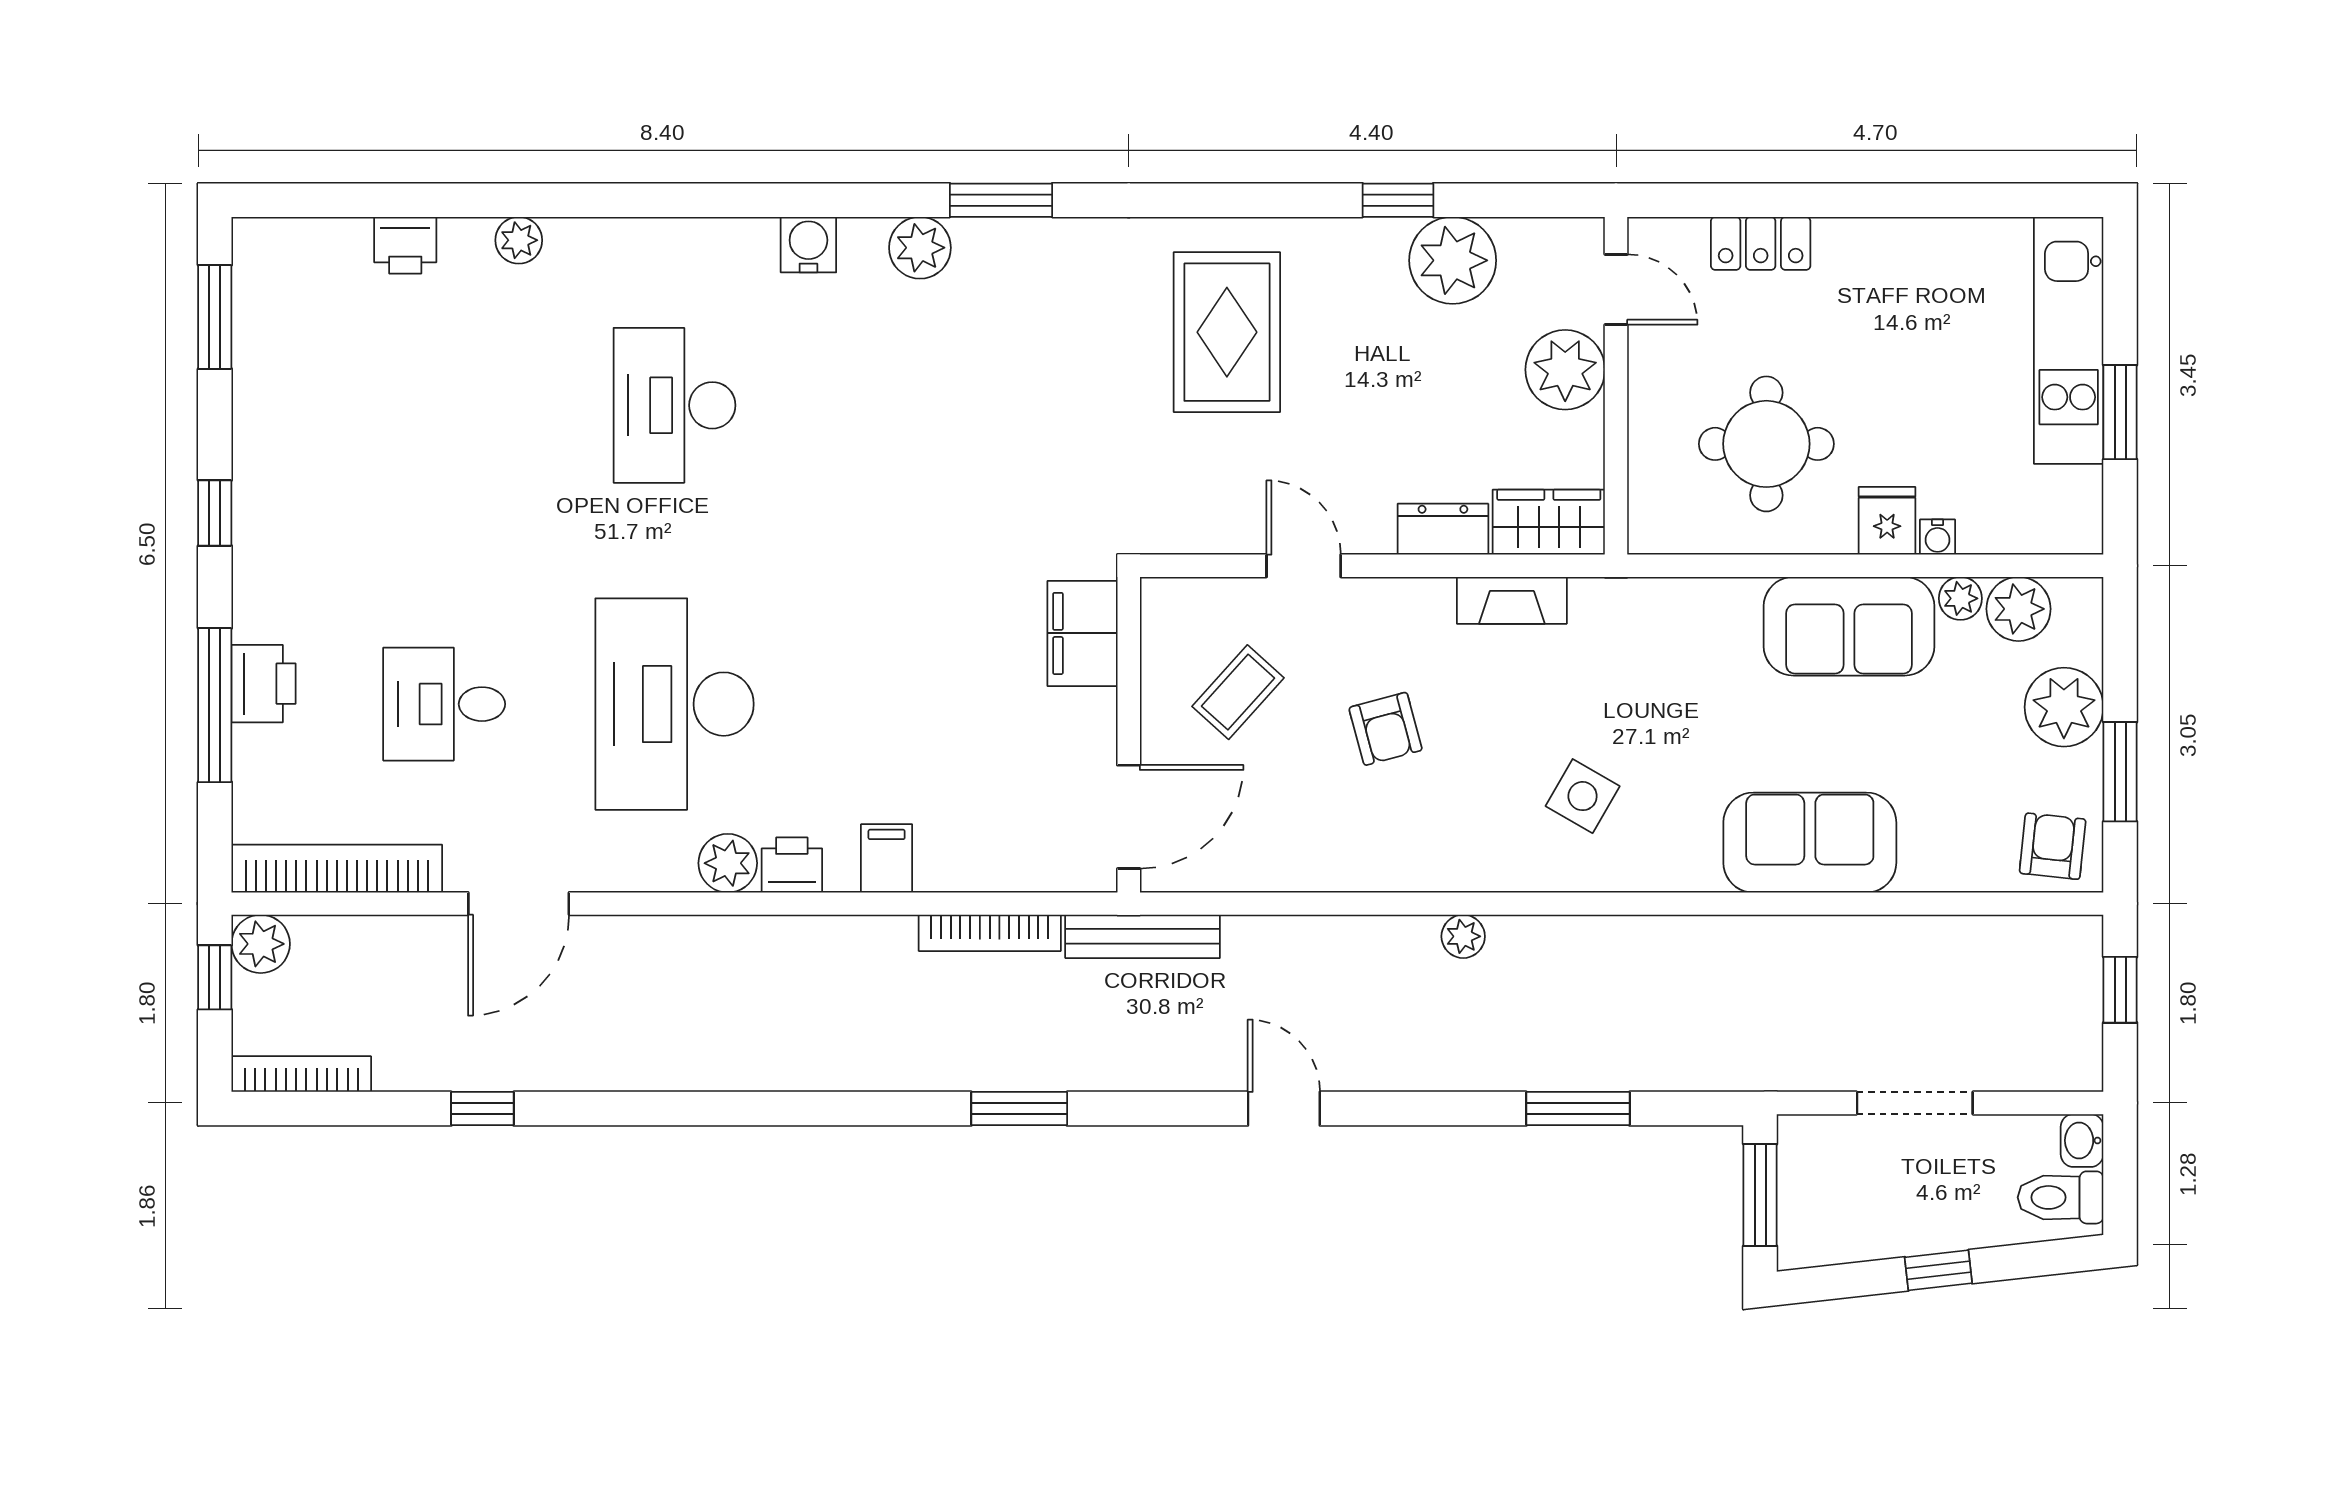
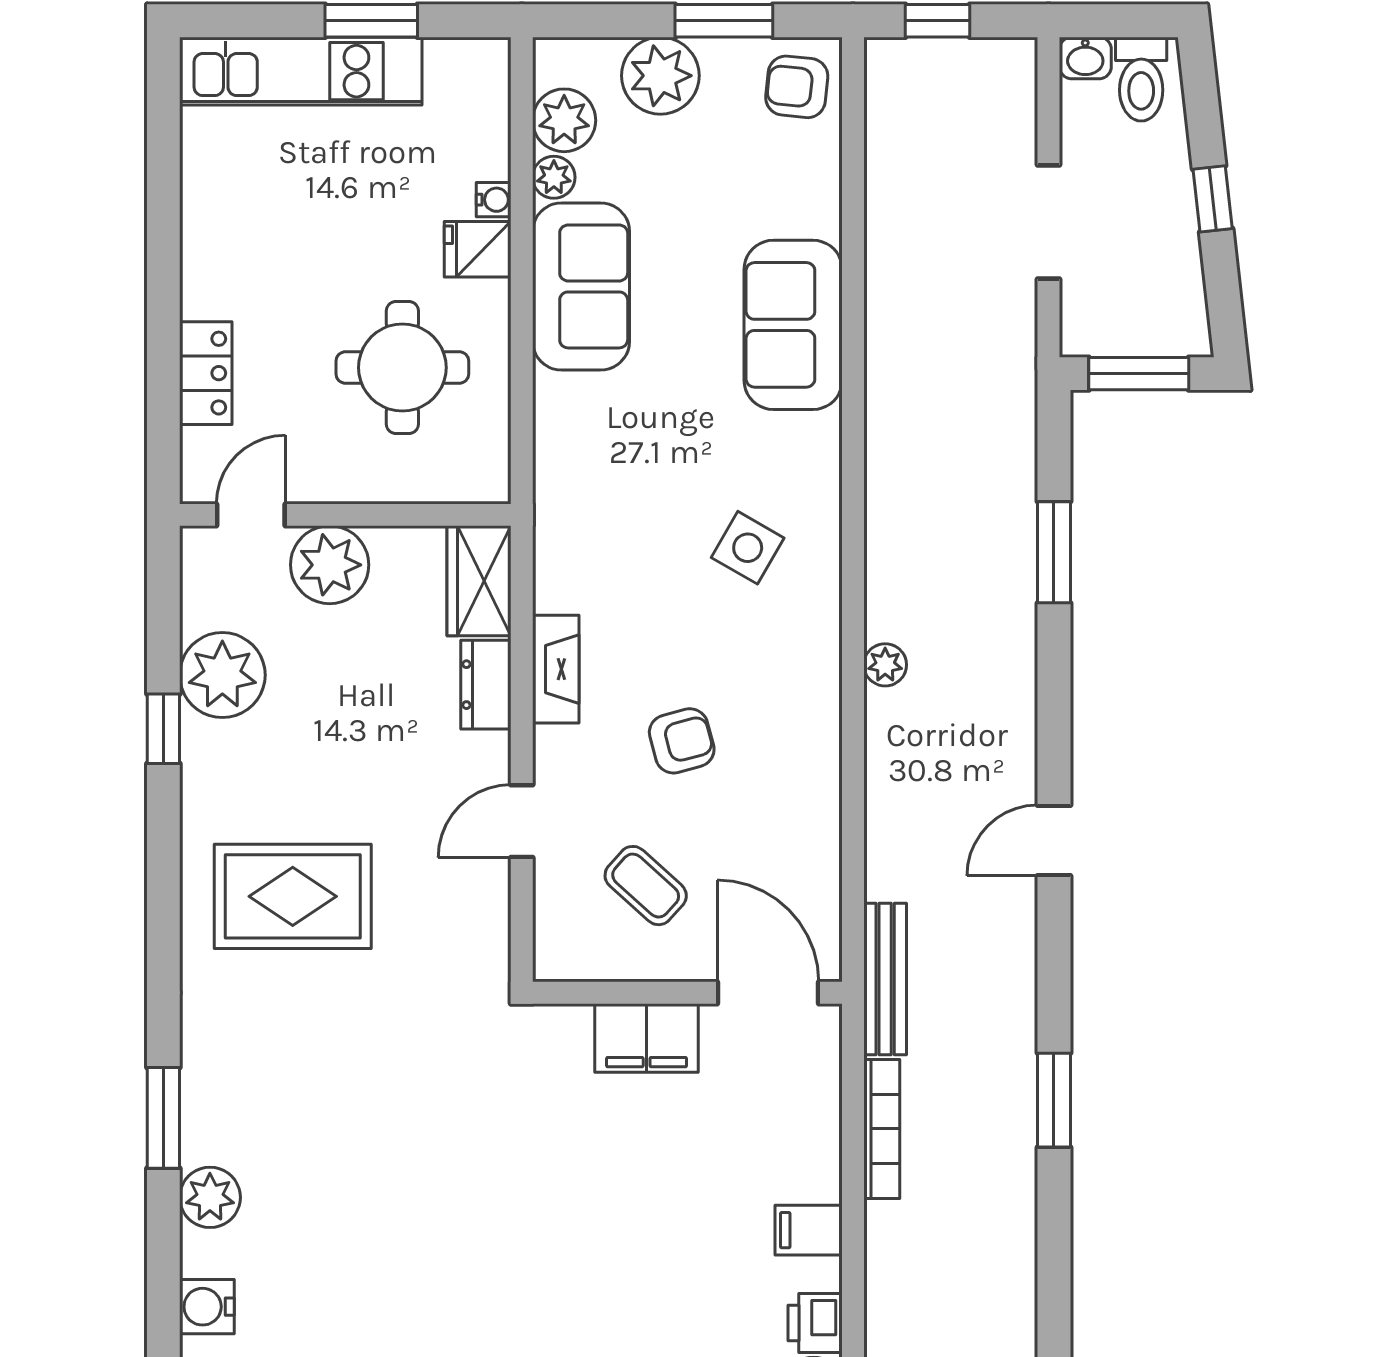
fireplace: (1512, 600) -> (556, 669), moved
filing cabinet: (1083, 633) -> (647, 1038), moved

